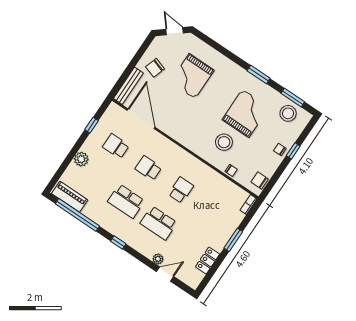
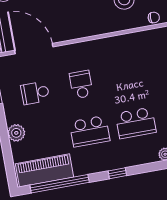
school desk: (148, 168) -> (81, 85), turned 90
school desk: (181, 190) -> (127, 76), removed
piano: (70, 197) -> (44, 170), width x1.37, depth x1.33

